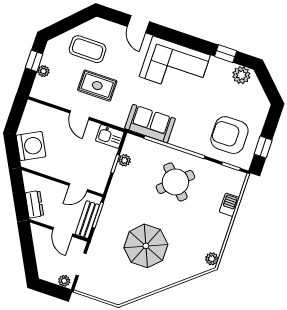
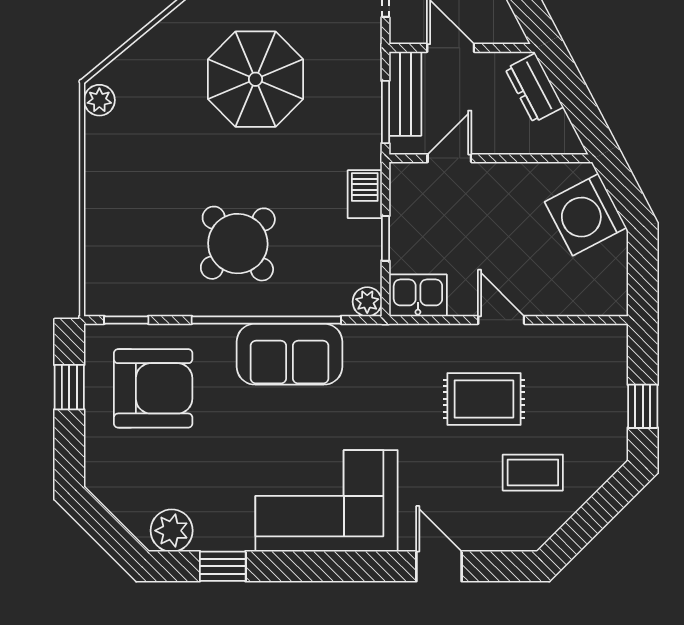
coffee table: (88, 49) -> (533, 473), width x0.73, depth x0.77
plant: (43, 71) -> (614, 391), removed
sofa: (150, 124) -> (289, 354), moved
plant: (124, 160) -> (367, 302), moved
barbecue: (229, 205) -> (365, 194), moved, turned 180

